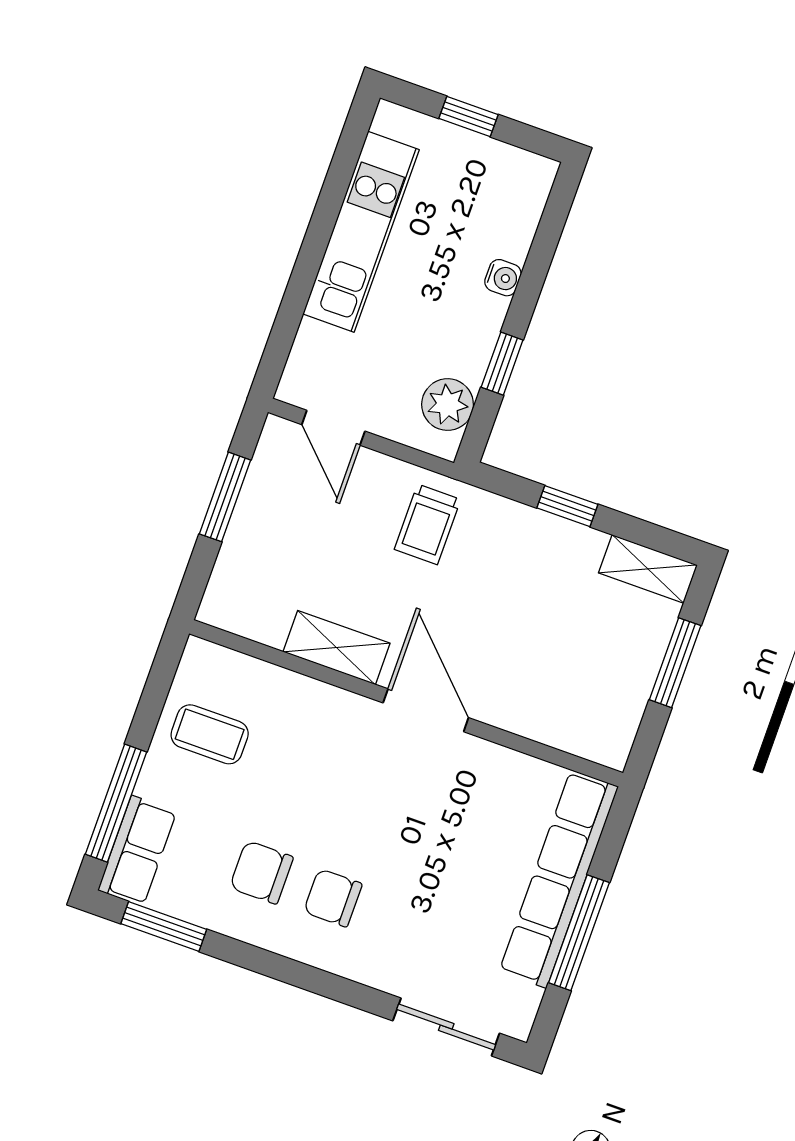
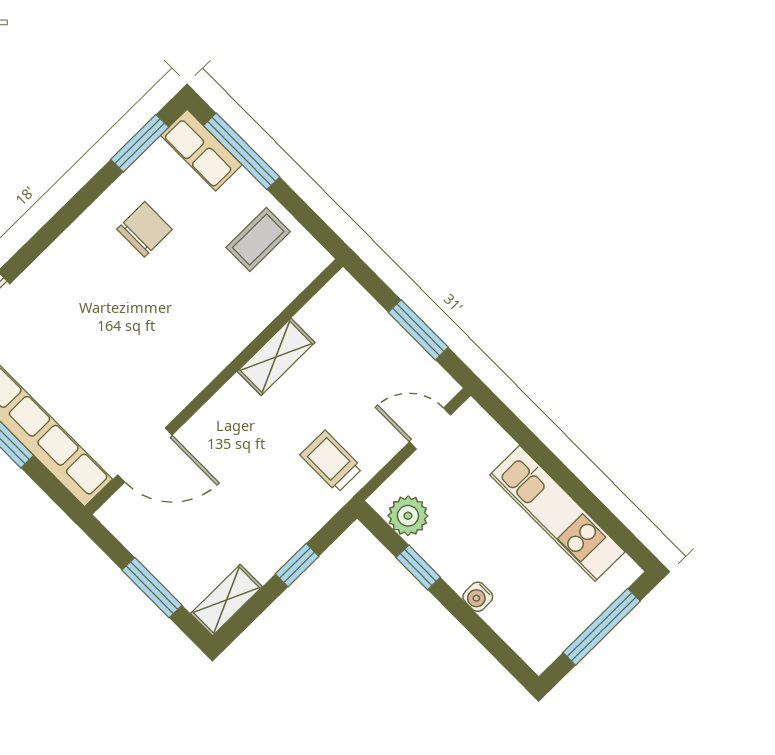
window: (468, 117) -> (602, 627), width x2.17
door: (426, 710) -> (145, 455), moved
chair: (333, 898) -> (103, 271), removed

